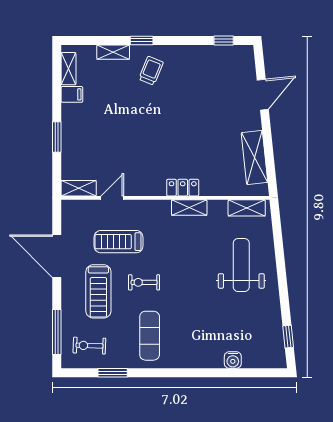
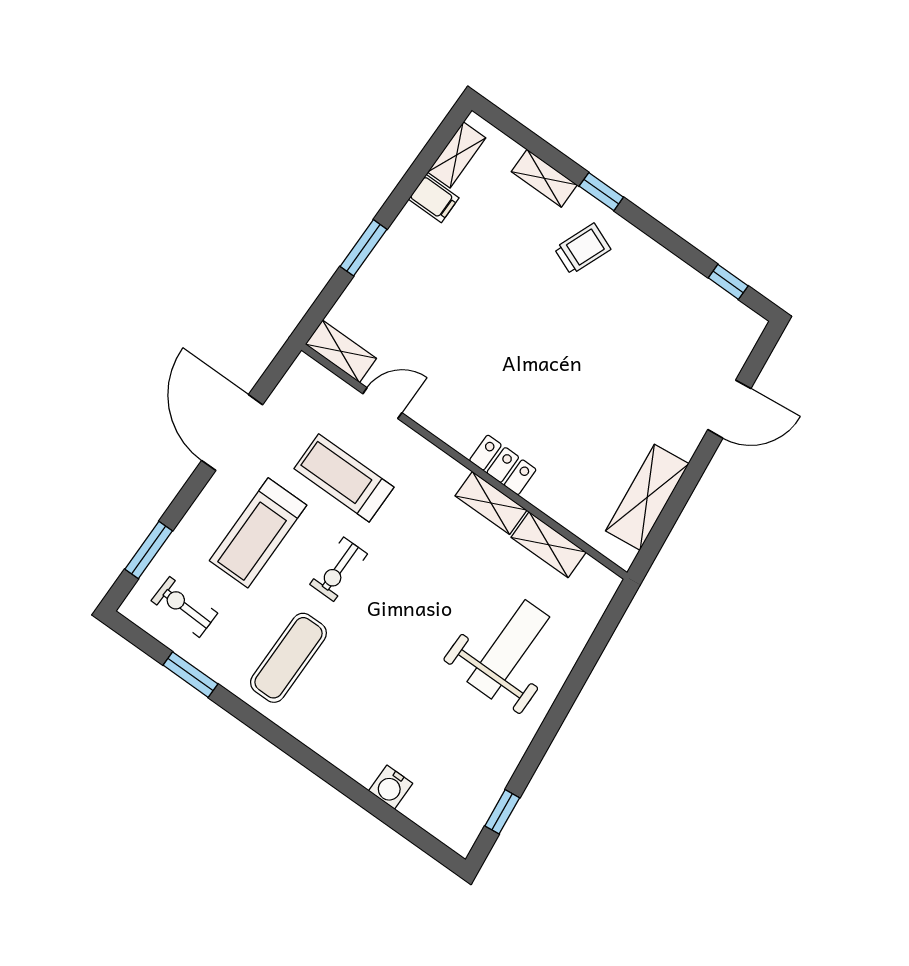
shelving: (247, 208) -> (549, 545), moved
exercise bike: (144, 282) -> (339, 569), turned -90
window: (57, 332) -> (149, 550), width x0.69

